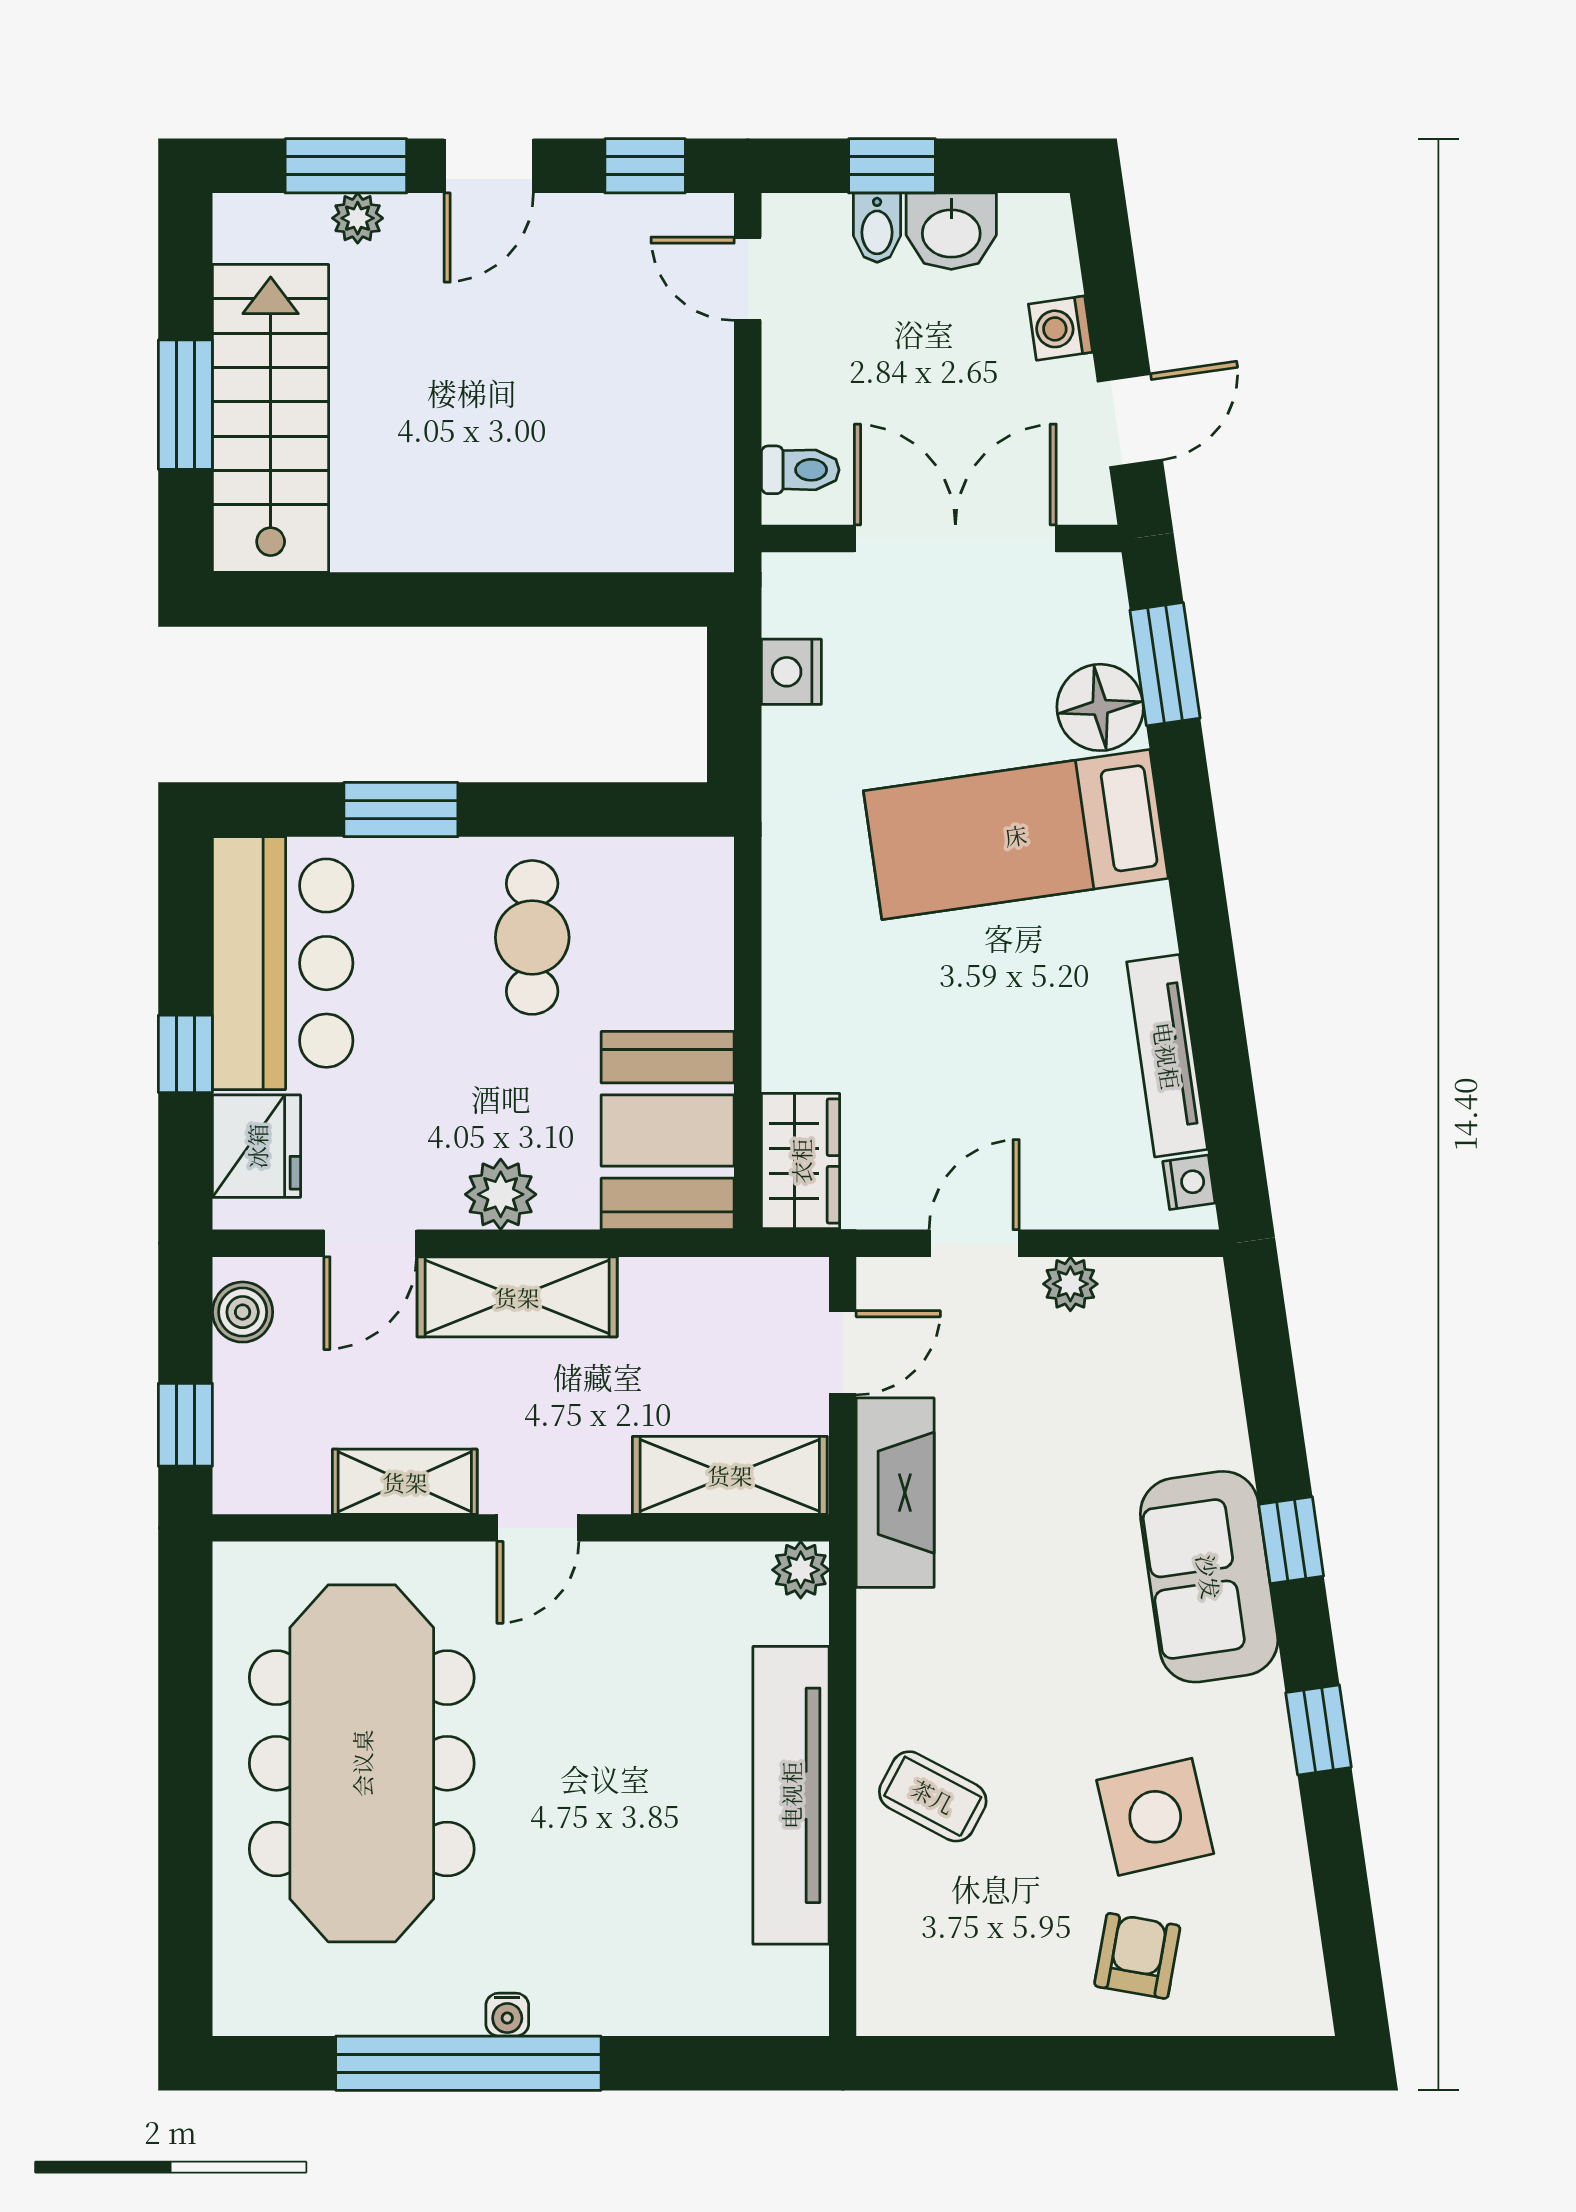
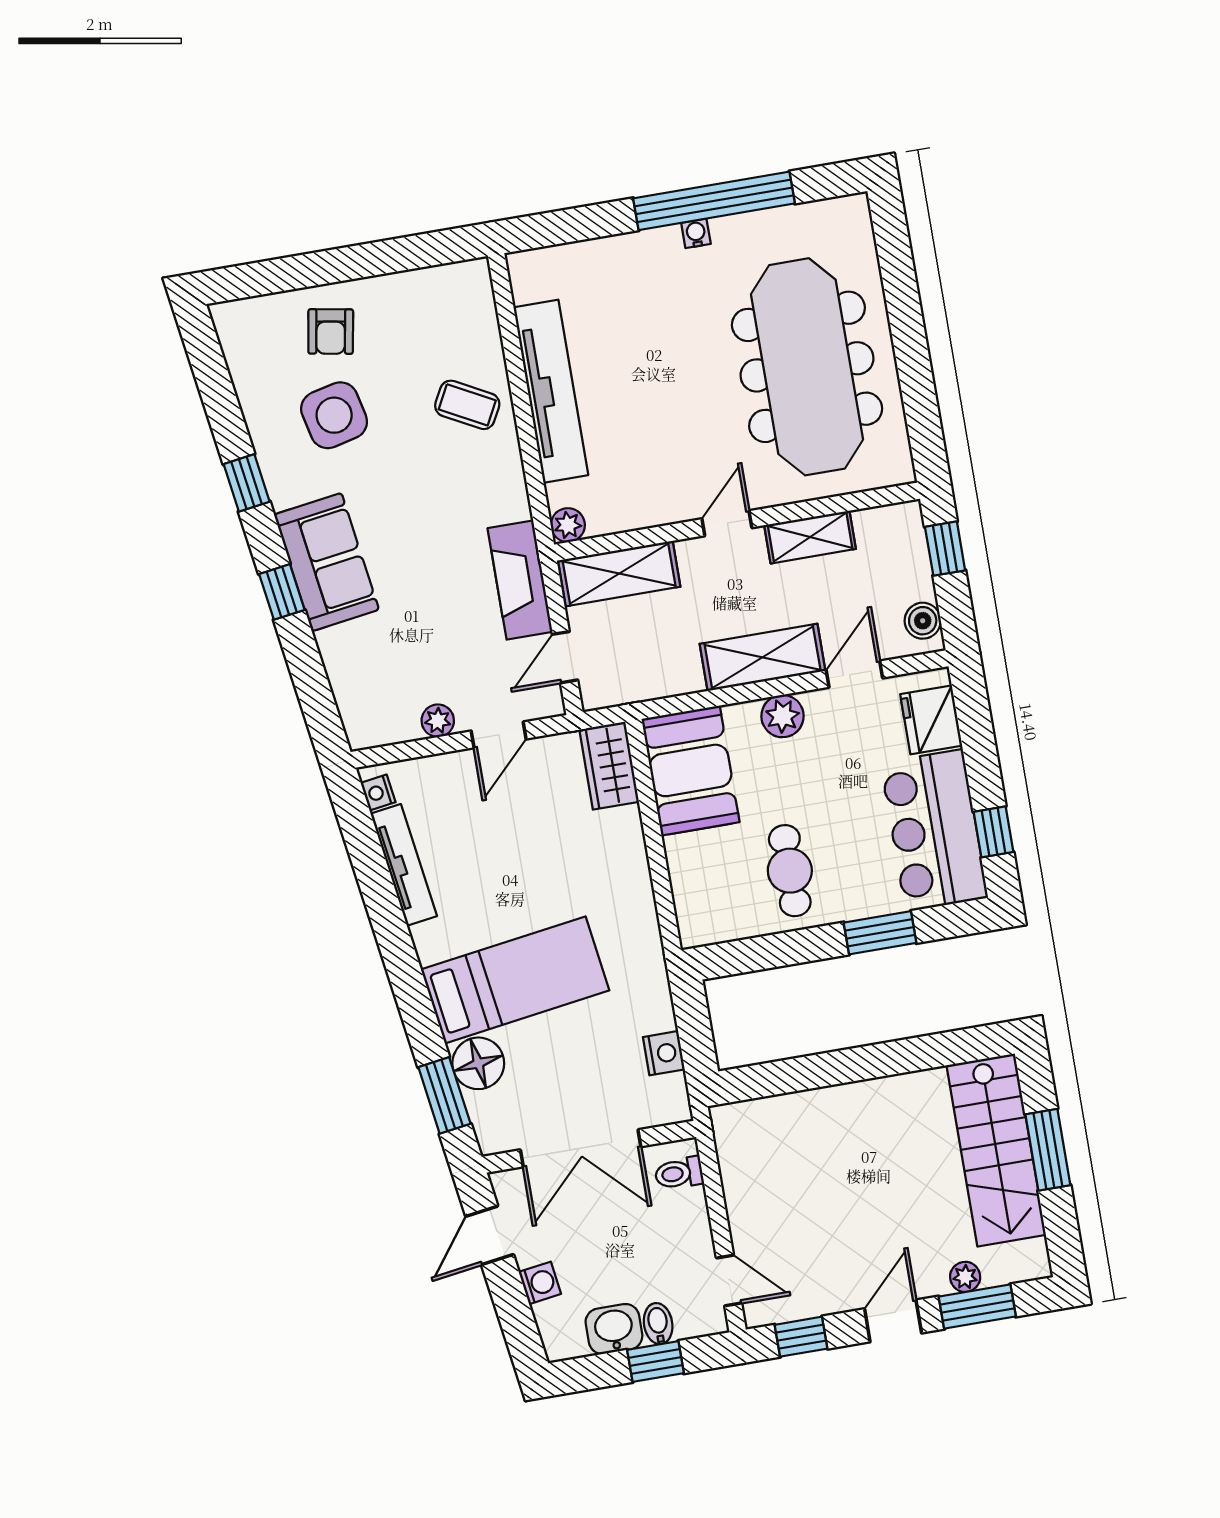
window: (185, 1054) -> (993, 832), moved

